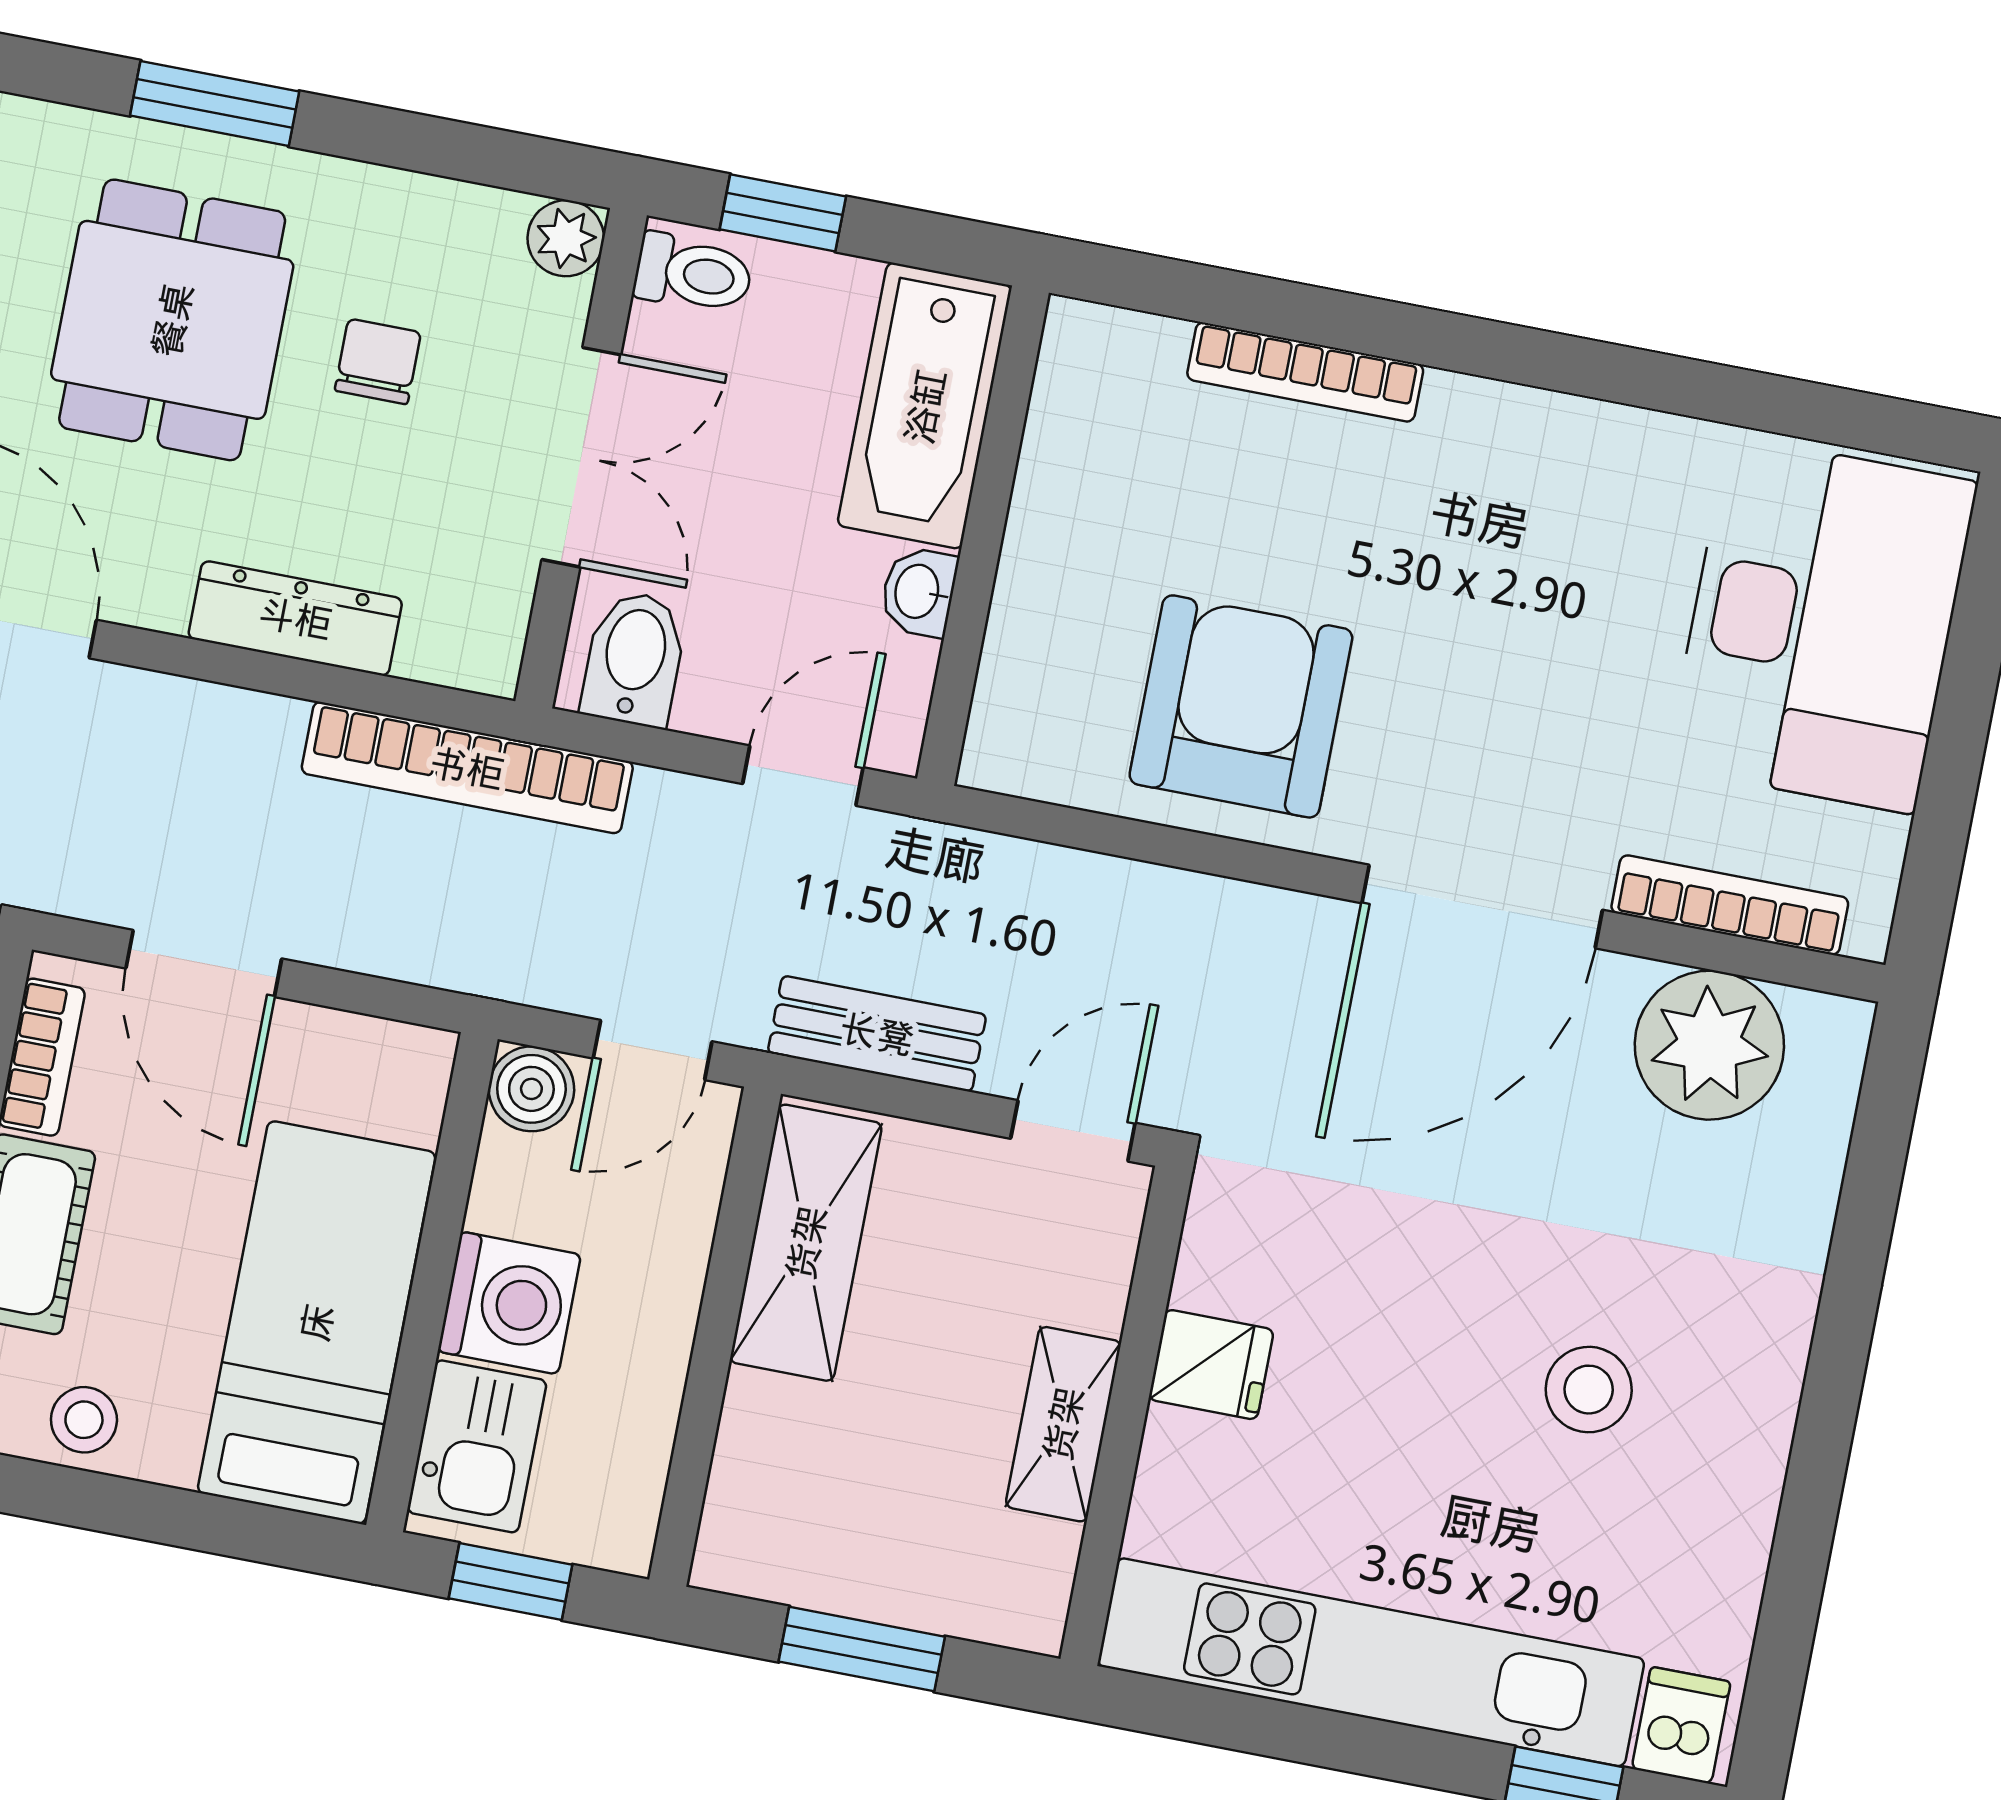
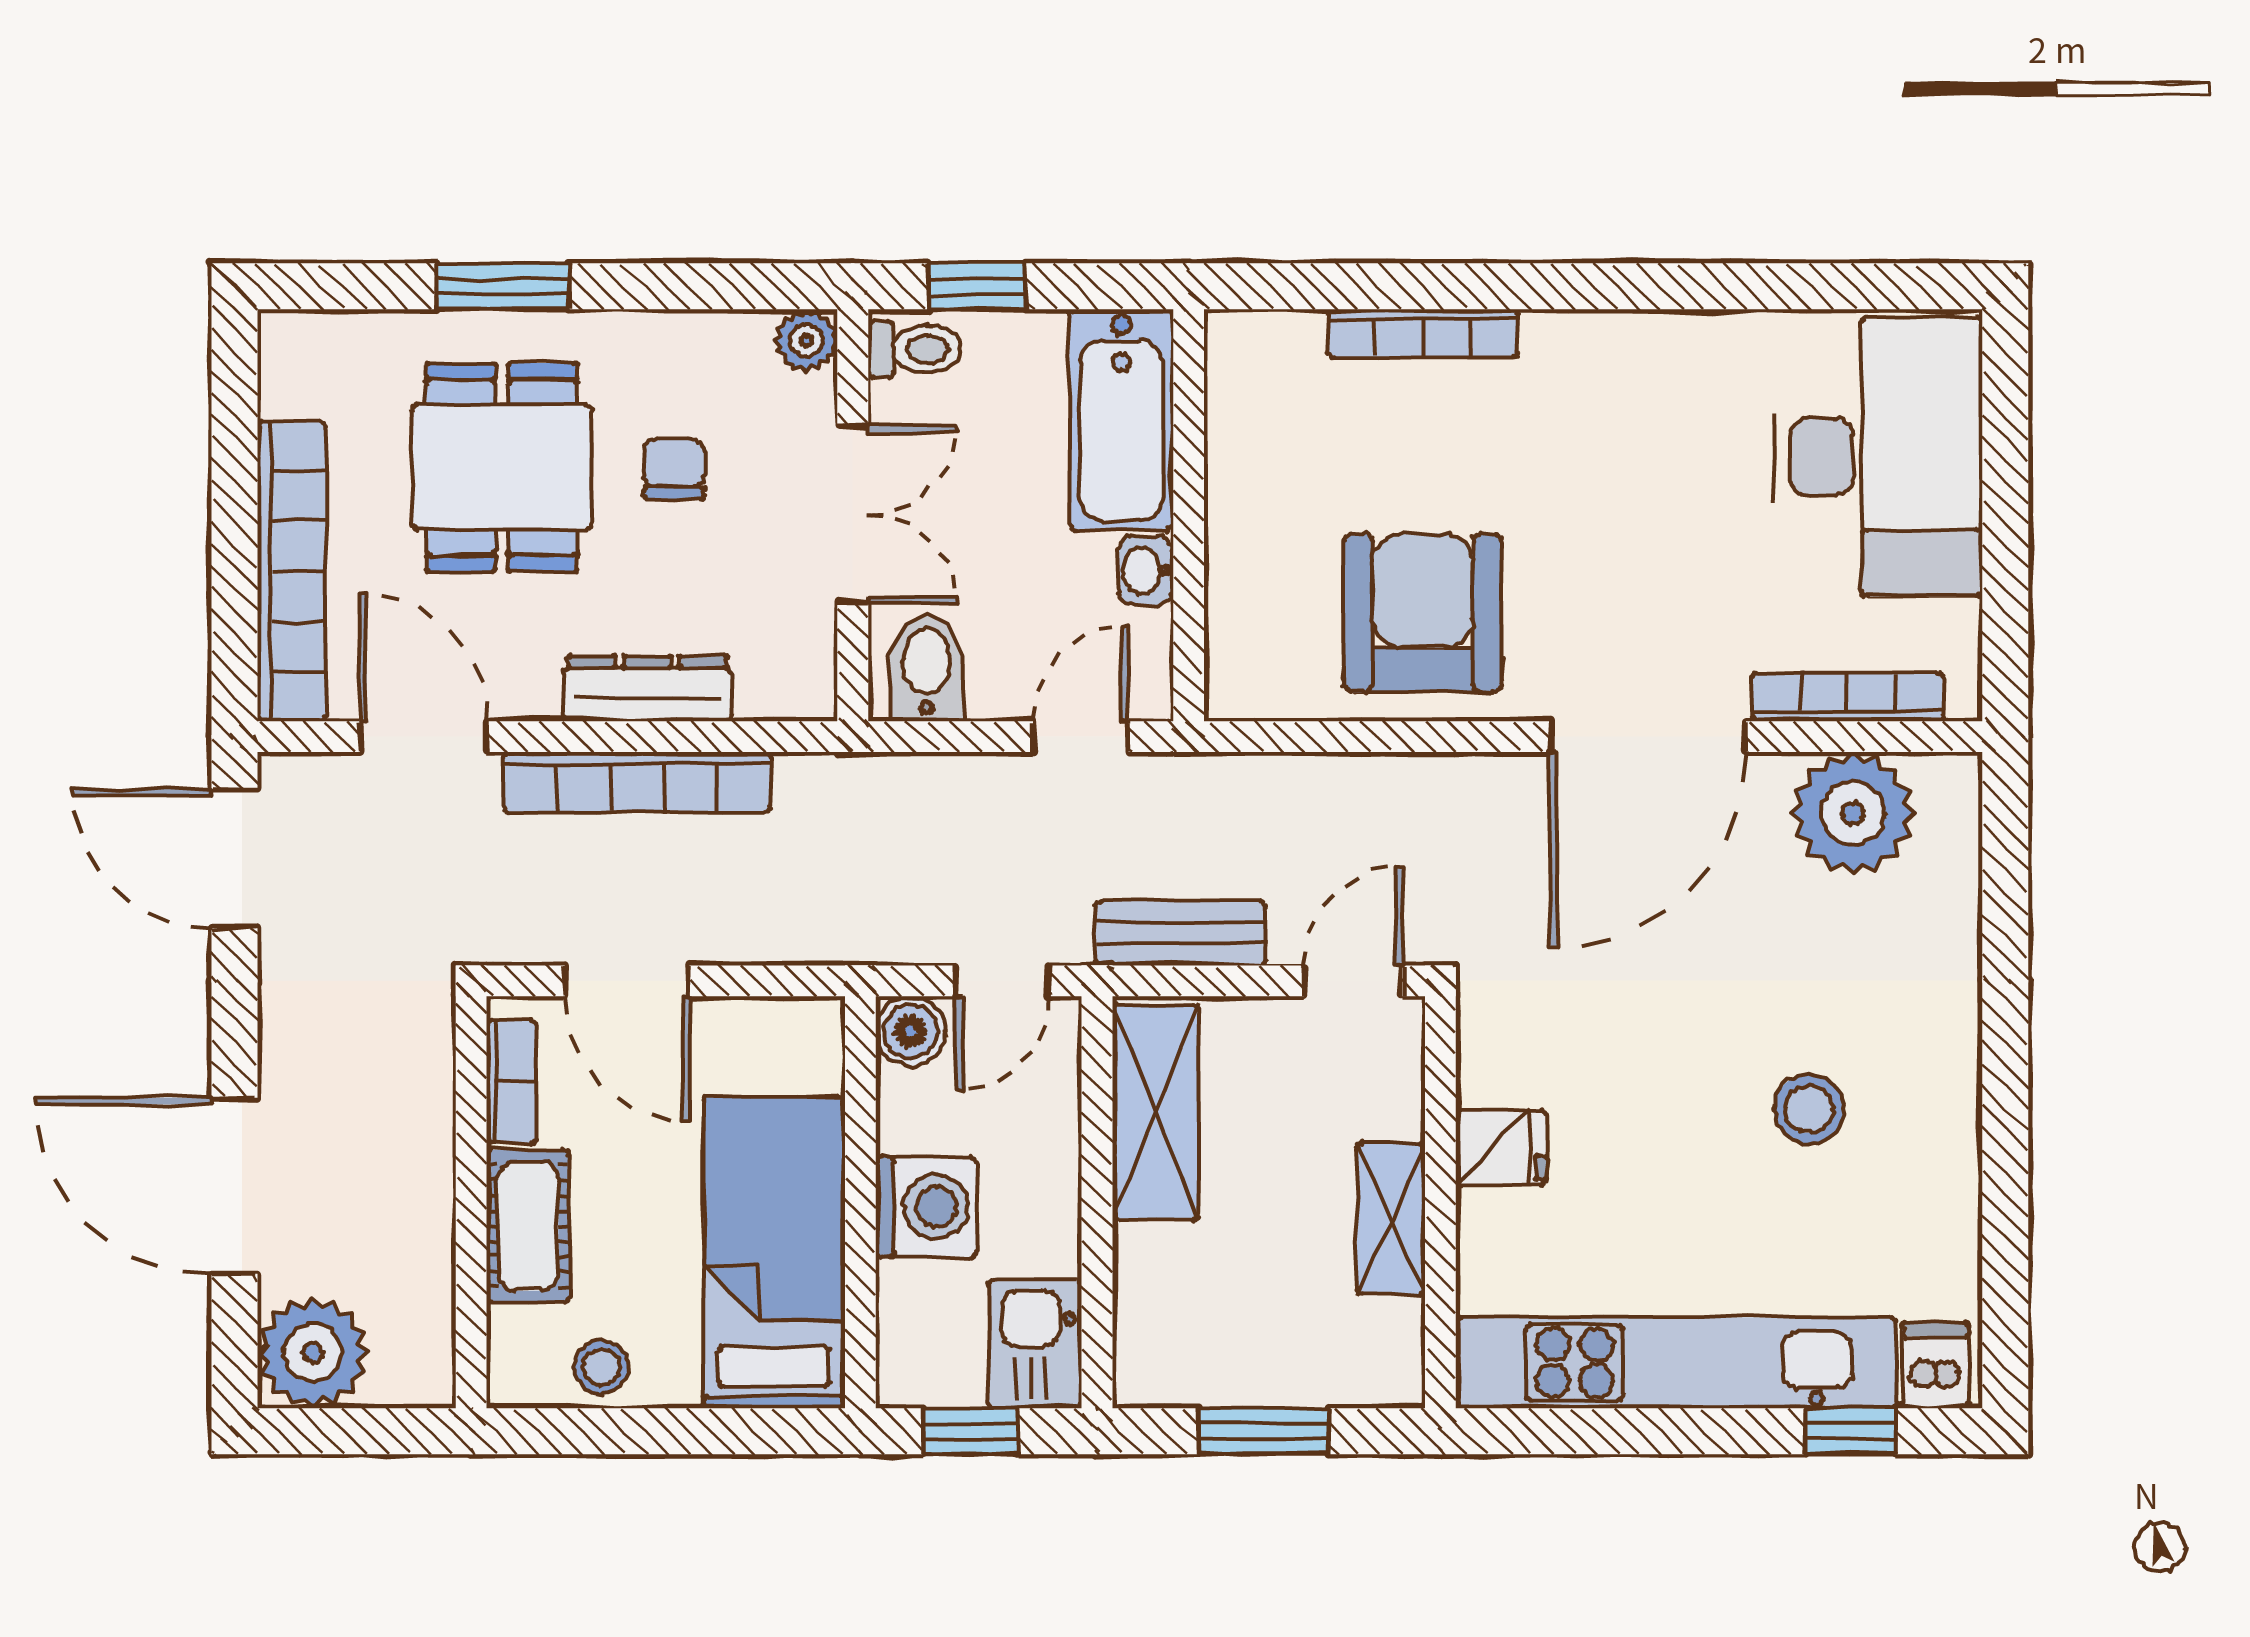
bookcase: (467, 768) -> (637, 782), moved
kitchen sink: (477, 1446) -> (1035, 1344), moved, turned 180

